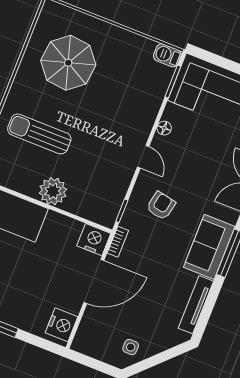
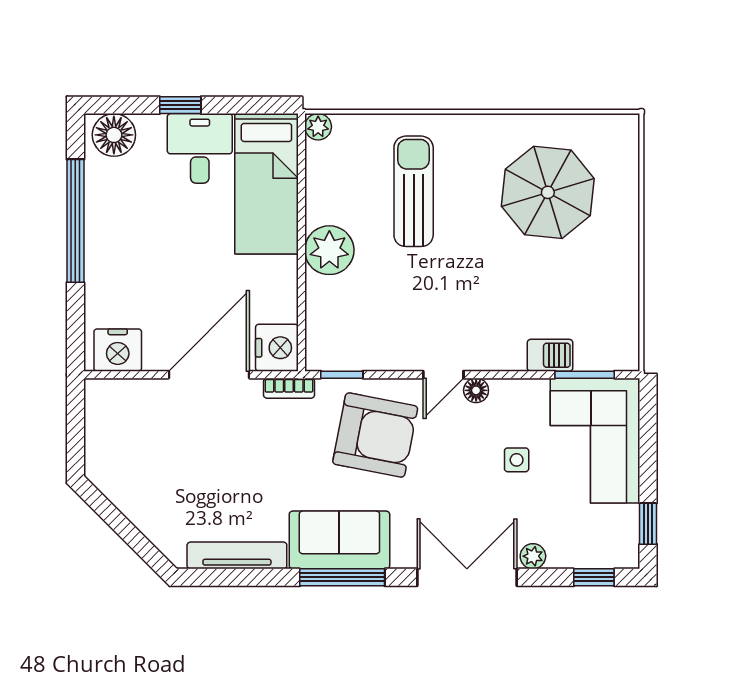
barbecue: (167, 55) -> (550, 355), moved, turned 90
floor lamp: (164, 128) -> (476, 390), moved
armchair: (161, 206) -> (375, 435), width x1.88, depth x1.88
door: (94, 281) -> (209, 375), swing flipped
side table: (131, 347) -> (517, 460), moved

